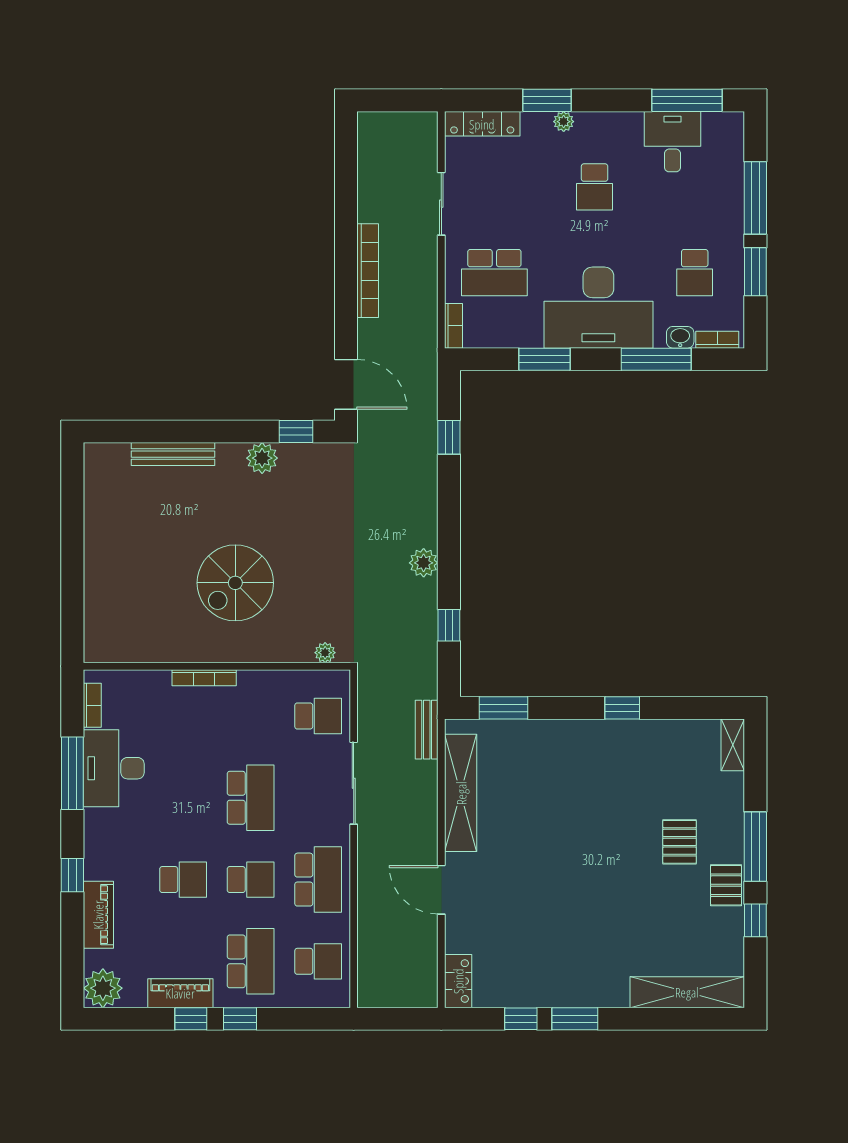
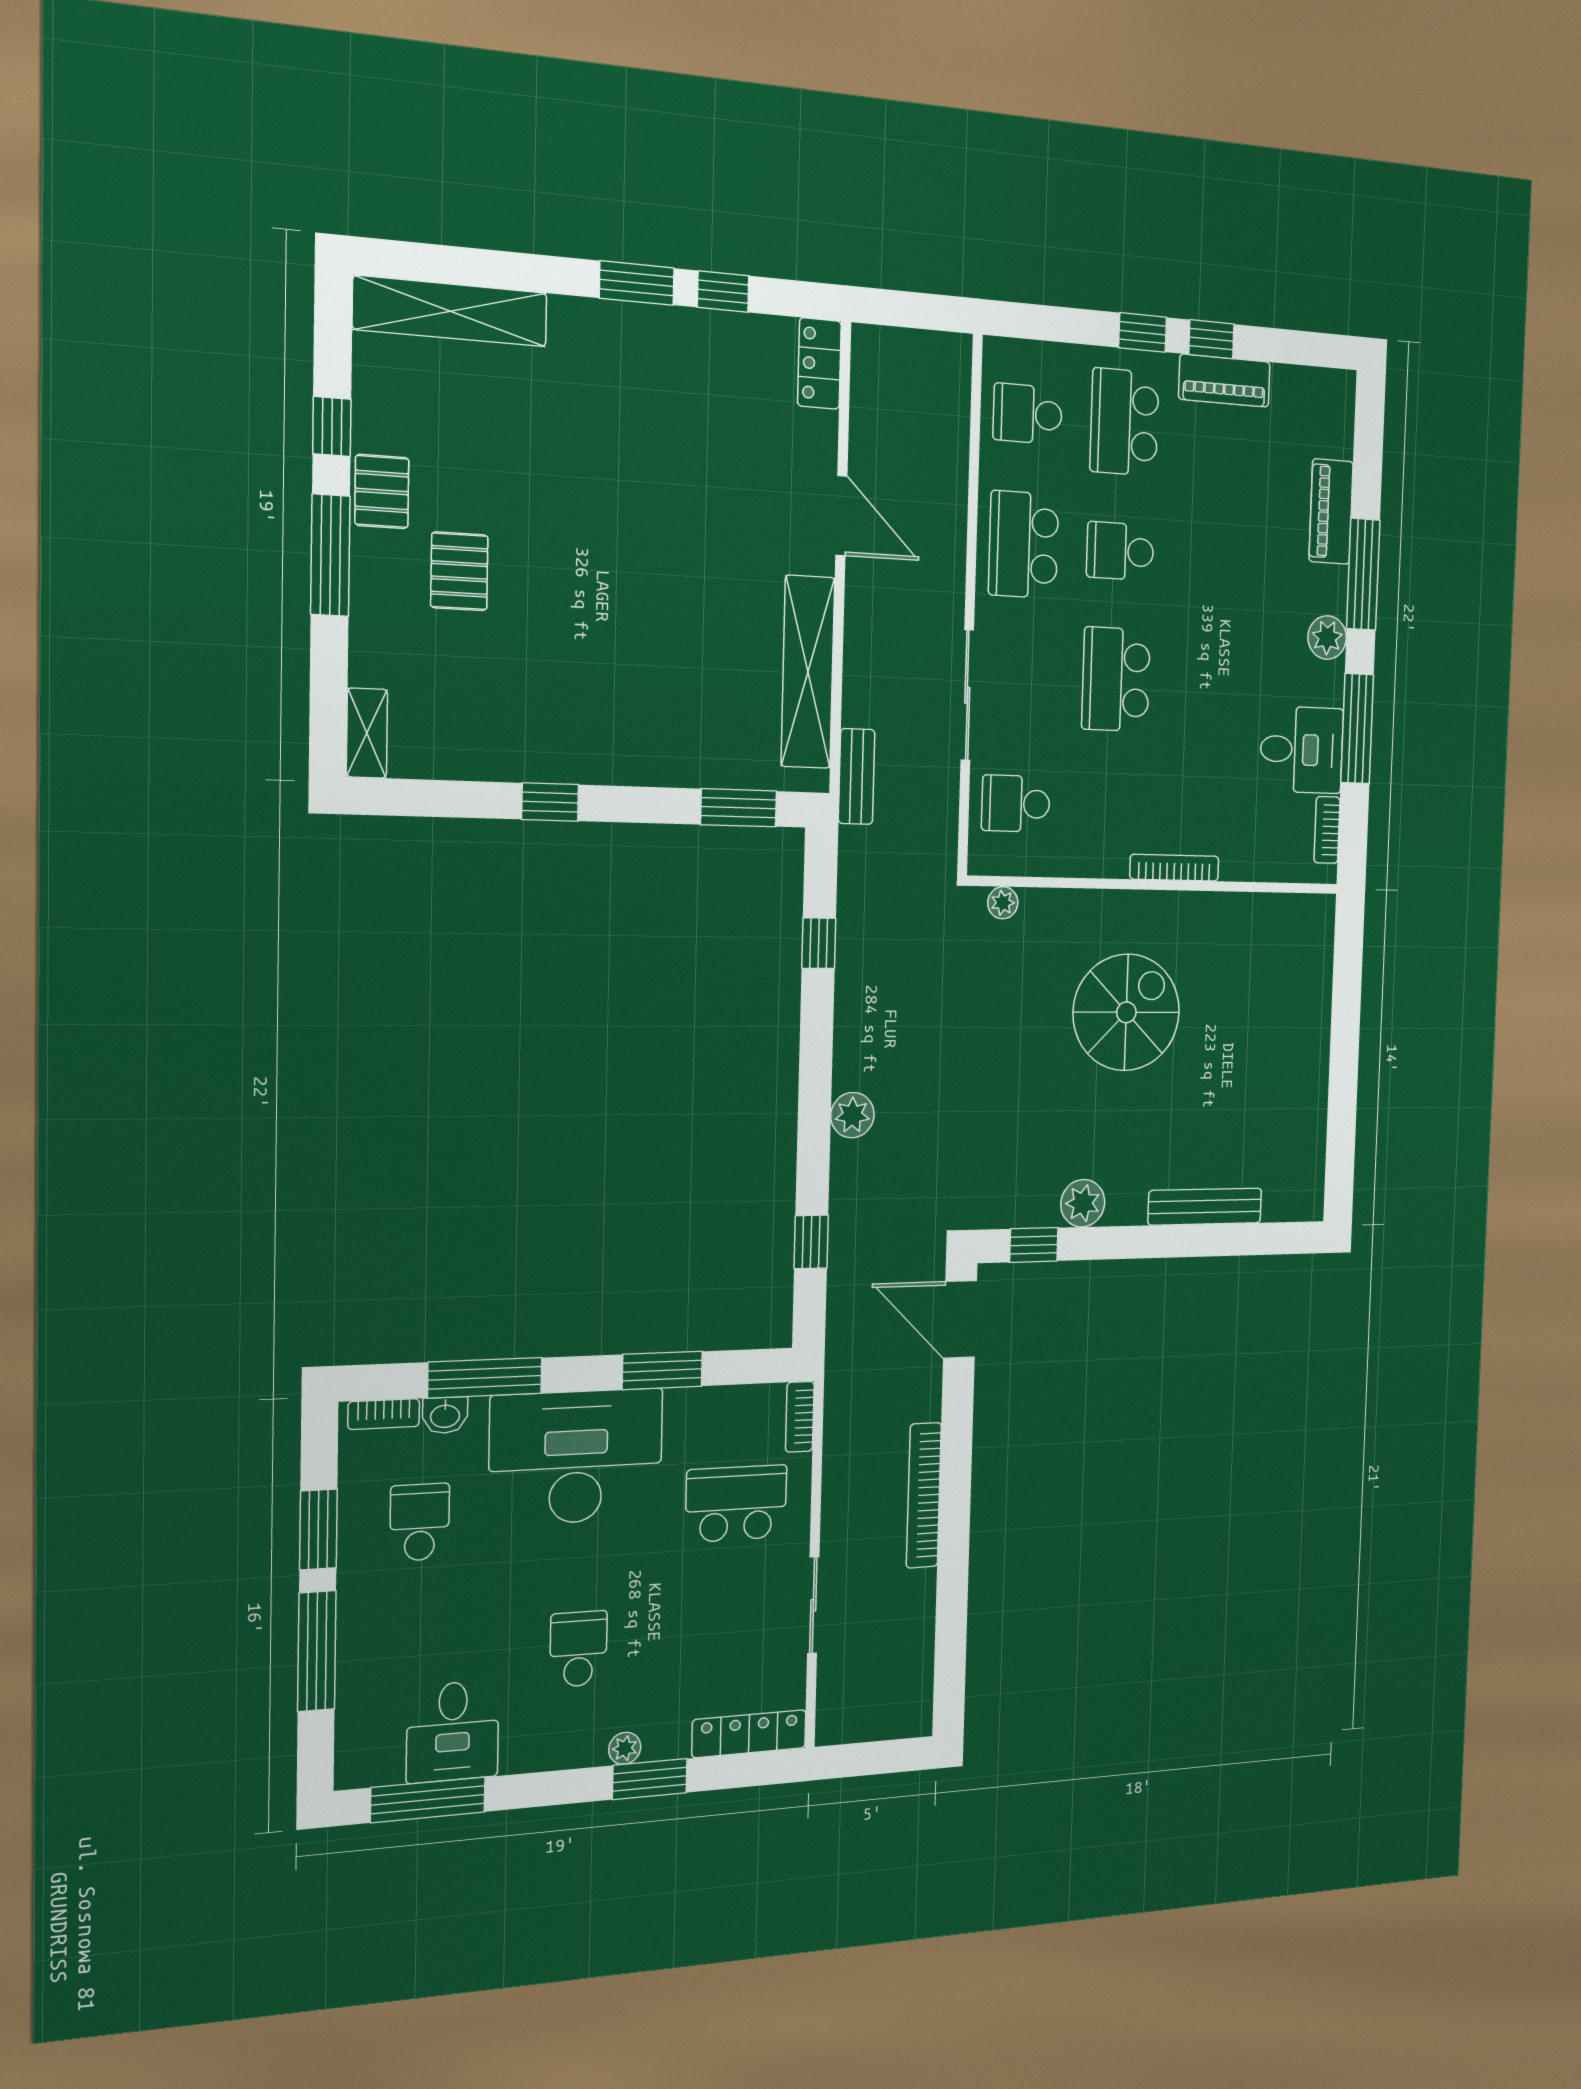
plant: (424, 563) -> (852, 1115), moved
desk: (114, 768) -> (1301, 750), width x0.73
window: (72, 875) -> (1363, 574), width x2.17
school desk: (183, 880) -> (1214, 558), removed
plant: (103, 988) -> (1327, 638), moved, width x0.73, depth x0.73

